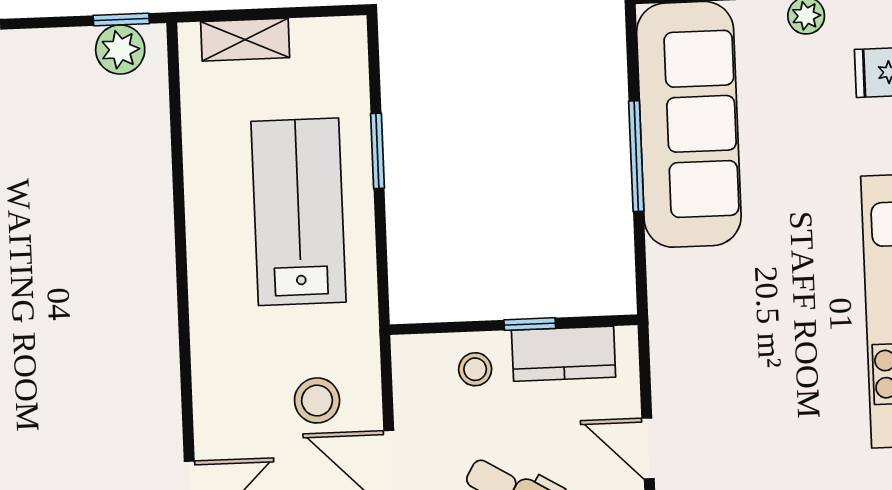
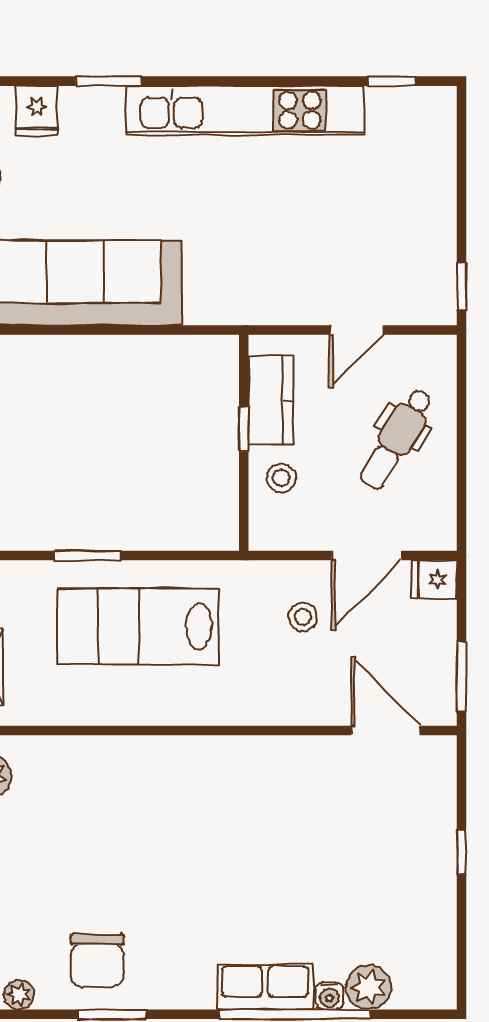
window: (636, 156) -> (101, 330), removed
stool: (317, 400) -> (303, 617), width x0.73, depth x0.73

